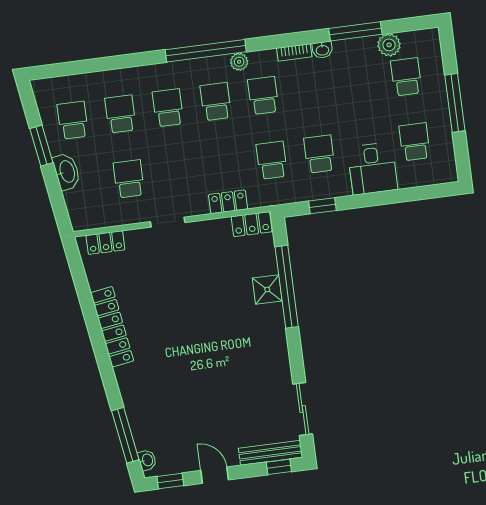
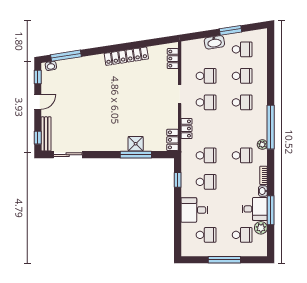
desk: (357, 60) -> (255, 209), added
school desk: (216, 102) -> (206, 102), moved
window: (287, 287) -> (136, 155), width x0.68

